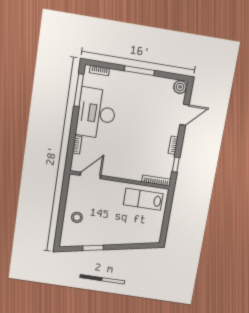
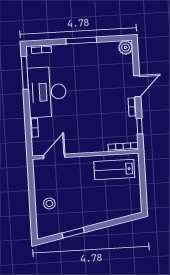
door: (185, 115) -> (137, 86), moved

